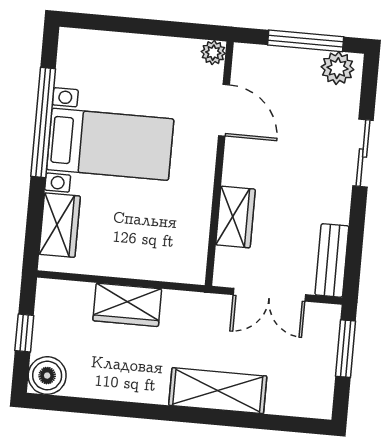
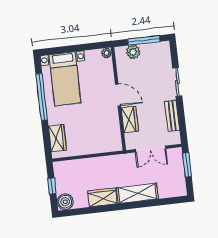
plant: (338, 68) -> (133, 52), moved
door: (224, 110) -> (118, 95), moved
bed with nightstands: (110, 144) -> (65, 79), moved, turned 90
bench: (332, 260) -> (172, 116), moved
wardrobe: (127, 305) -> (102, 197), moved, turned 180

